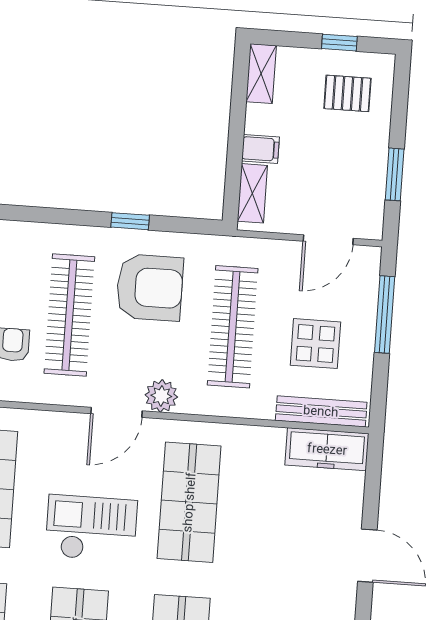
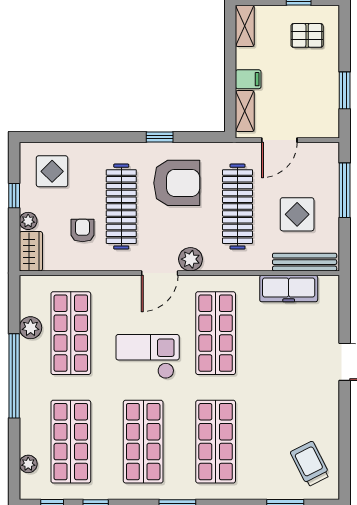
door: (328, 240) -> (279, 140), moved
freezer: (327, 449) -> (289, 289), moved

